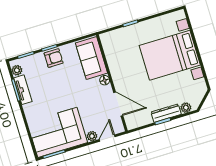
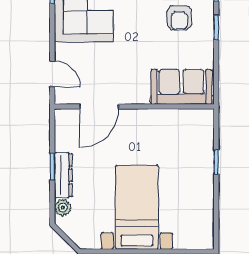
bed with nightstands: (170, 55) -> (137, 207), width x0.73
armchair: (54, 58) -> (179, 18), moved
floor lamp: (105, 80) -> (142, 97), removed
plant: (92, 136) -> (62, 52), removed

